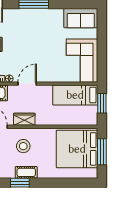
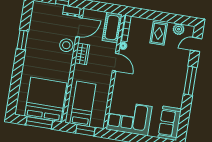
bed: (75, 95) -> (83, 104), moved
stool: (23, 146) -> (66, 45), moved
cot: (26, 172) -> (31, 48), removed

